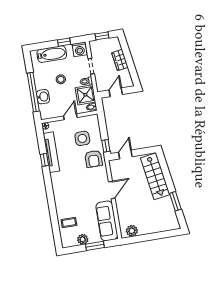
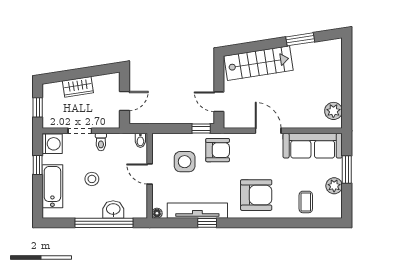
door: (116, 92) -> (124, 101), swing flipped
shower: (85, 95) -> (121, 146), removed
armchair: (68, 189) -> (256, 195), added

